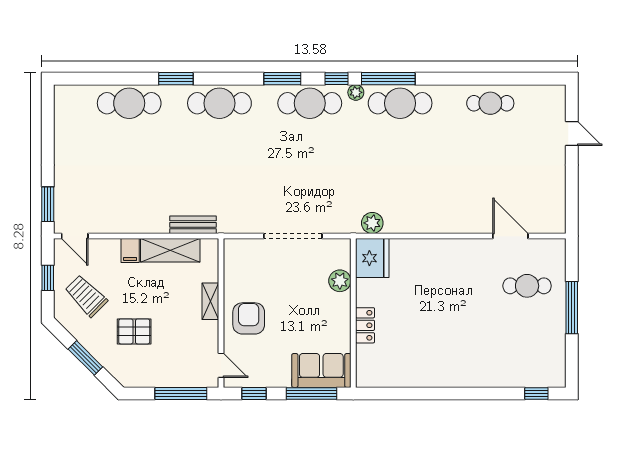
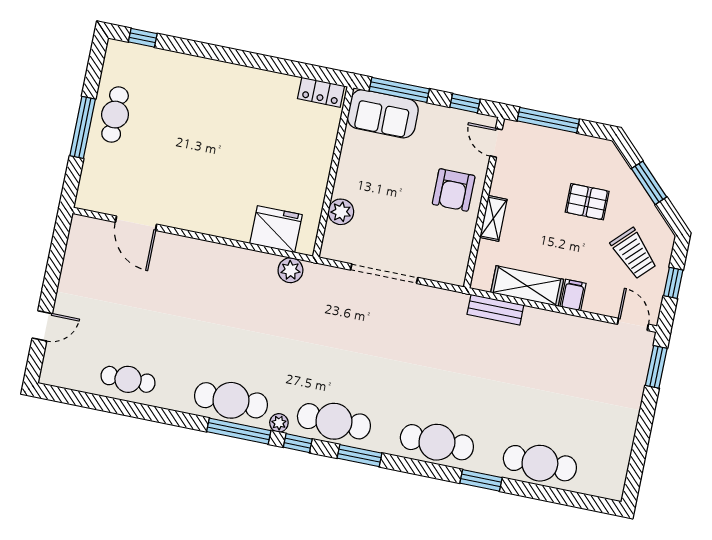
door: (572, 134) -> (42, 326), swing flipped
fridge: (372, 258) -> (276, 229), moved, turned 90
cafe table: (527, 286) -> (115, 115), moved, turned 90
locker: (365, 325) -> (321, 92), moved, turned -90

